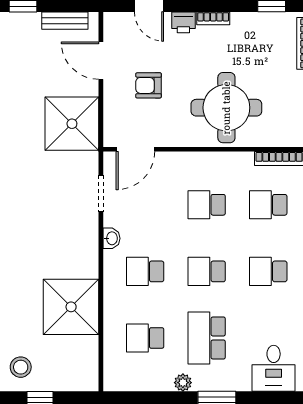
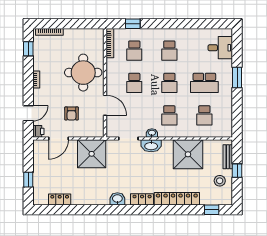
bench: (65, 21) -> (228, 157), moved
printer: (183, 22) -> (38, 131), moved
door: (135, 149) -> (105, 105), moved
washbasin: (87, 237) -> (151, 146), added
plant: (183, 383) -> (228, 95), removed

